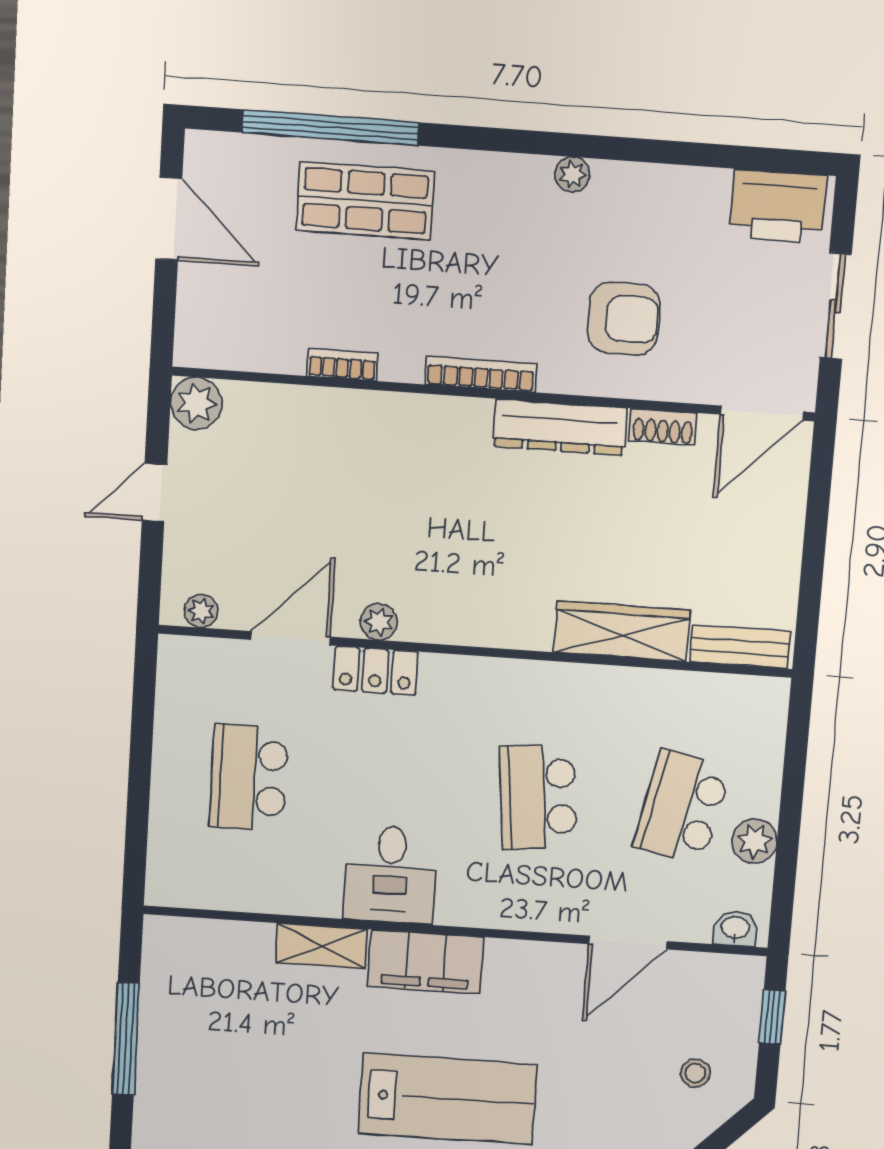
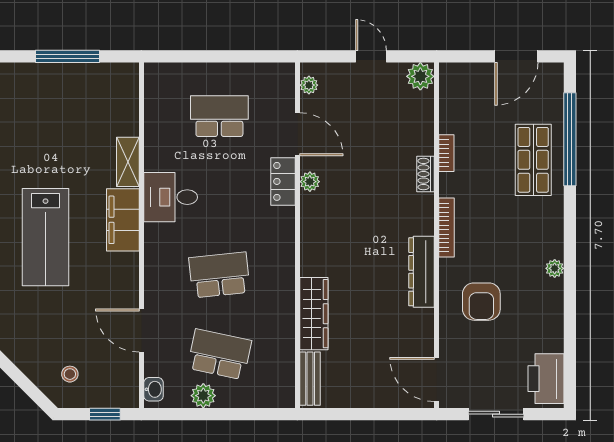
shoe rack: (663, 427) -> (426, 174), moved

